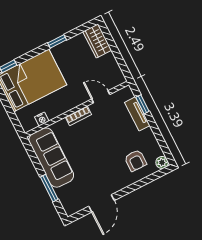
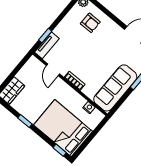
tv unit: (137, 114) -> (47, 45), moved
armchair: (135, 160) -> (90, 23), turned 90

